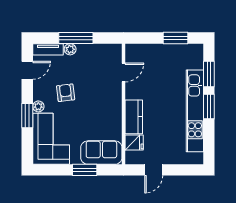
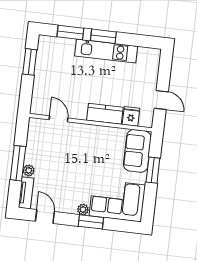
armchair: (66, 93) -> (72, 180), removed
kitchen unit: (195, 111) -> (106, 51), width x0.73

